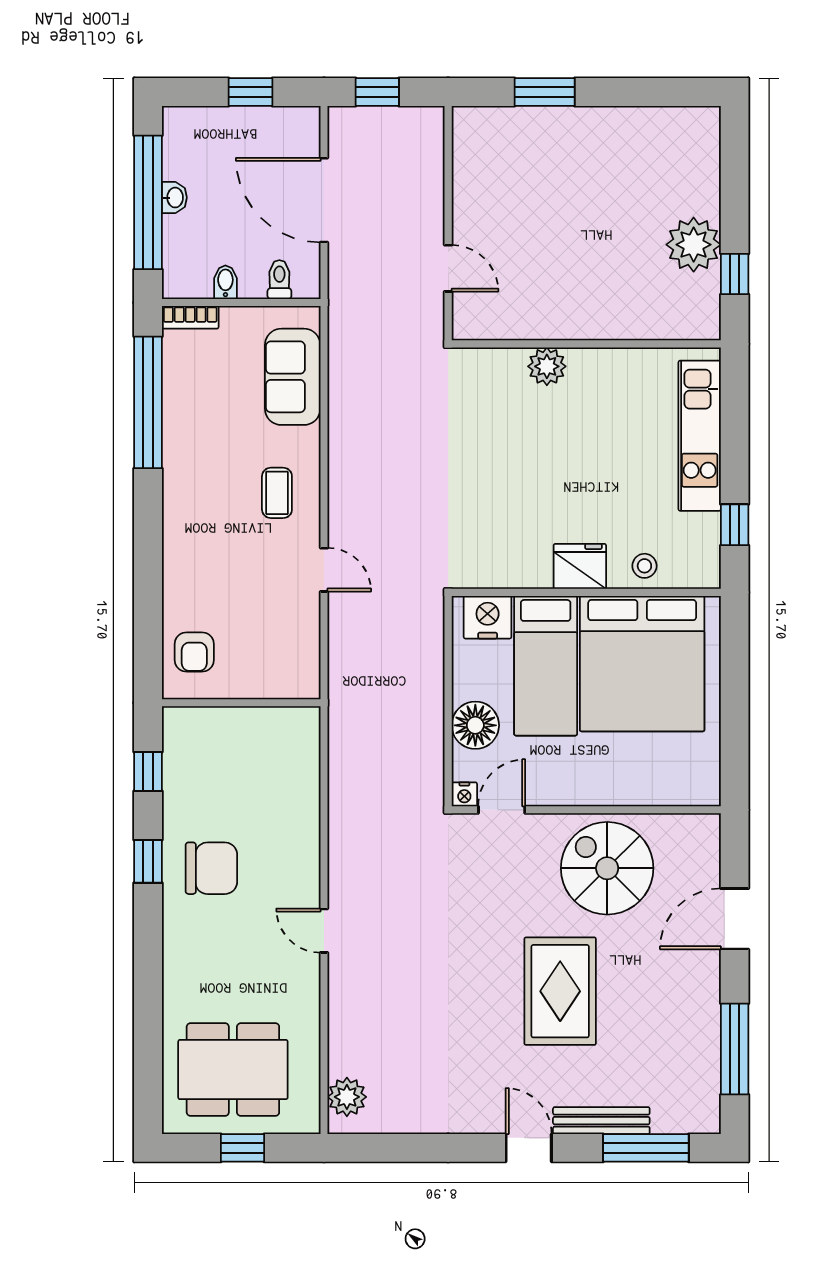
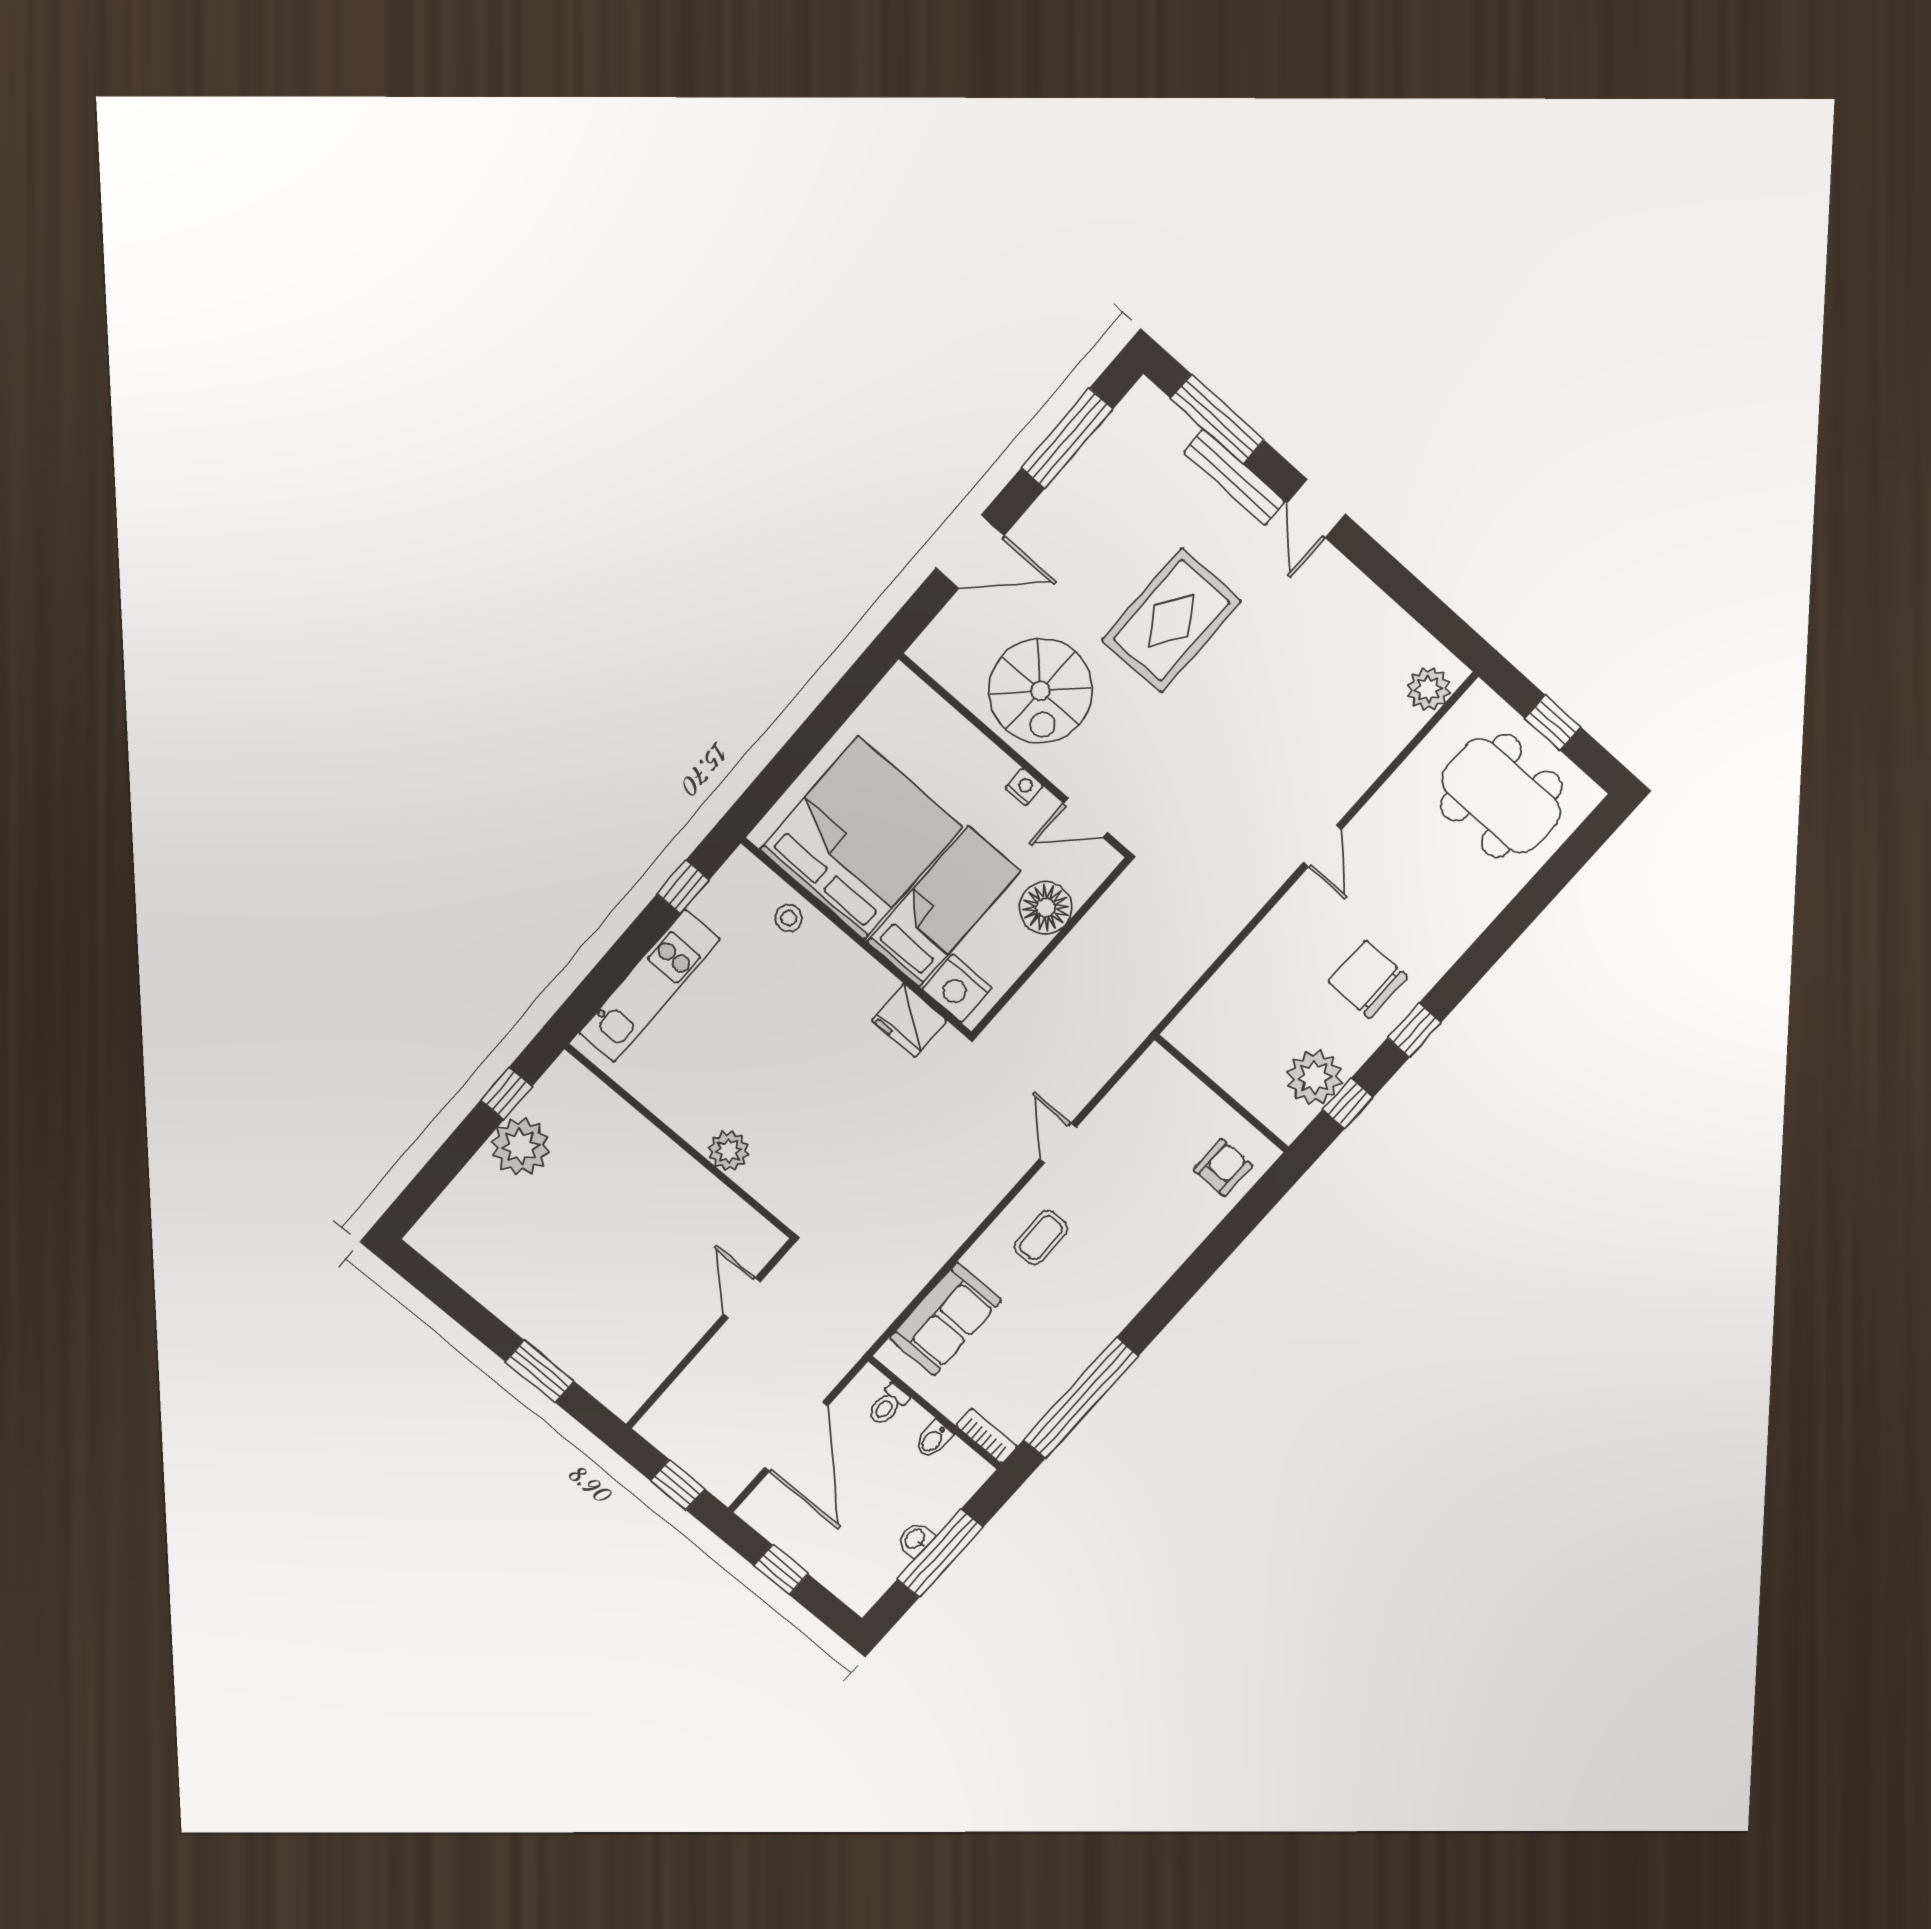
window: (148, 202) -> (940, 1553), width x0.68
fridge: (580, 566) -> (909, 1021), moved
plant: (187, 769) -> (1314, 1077), added
nightstand: (464, 794) -> (1024, 787), moved

